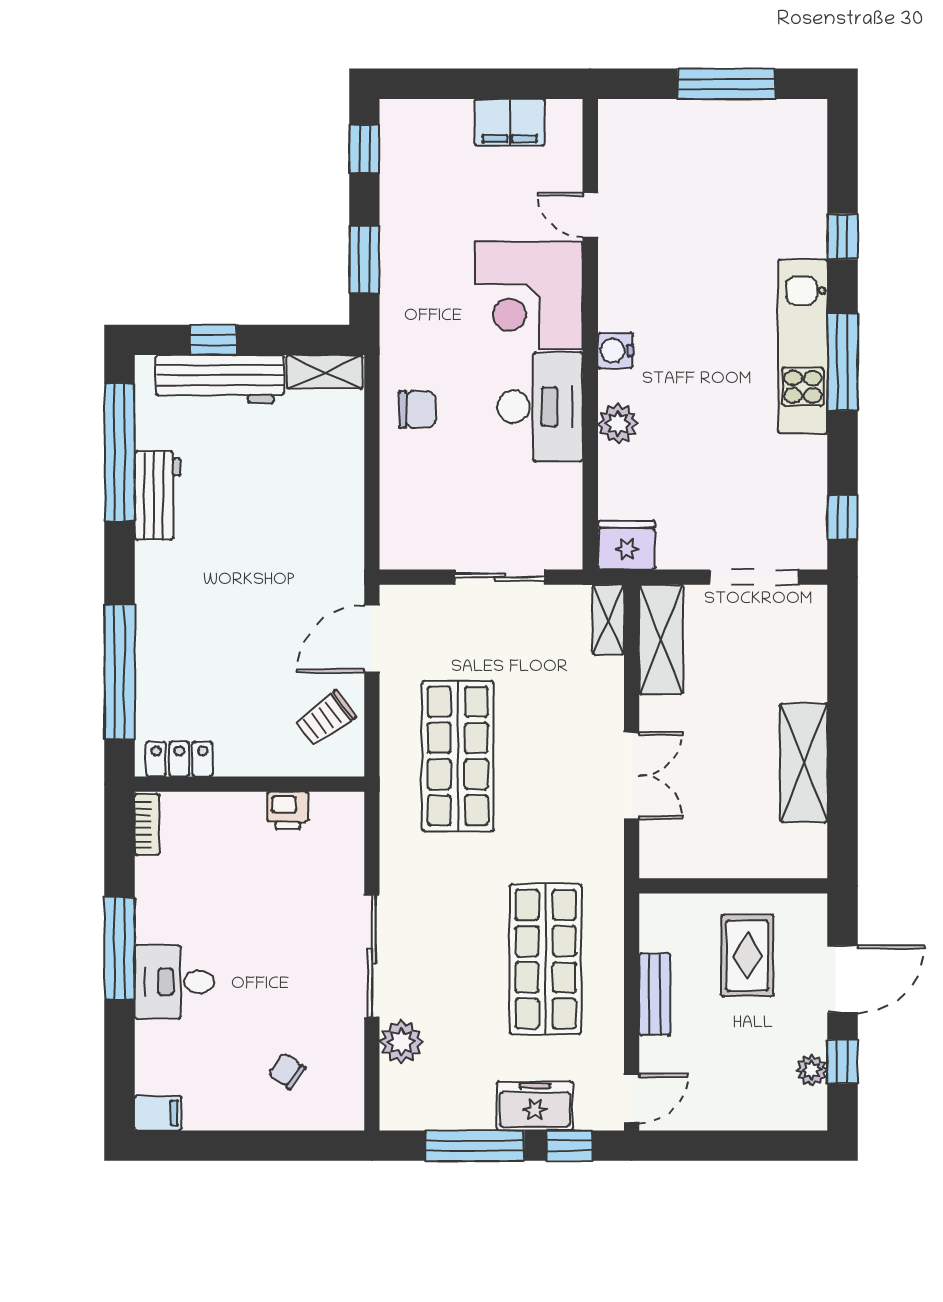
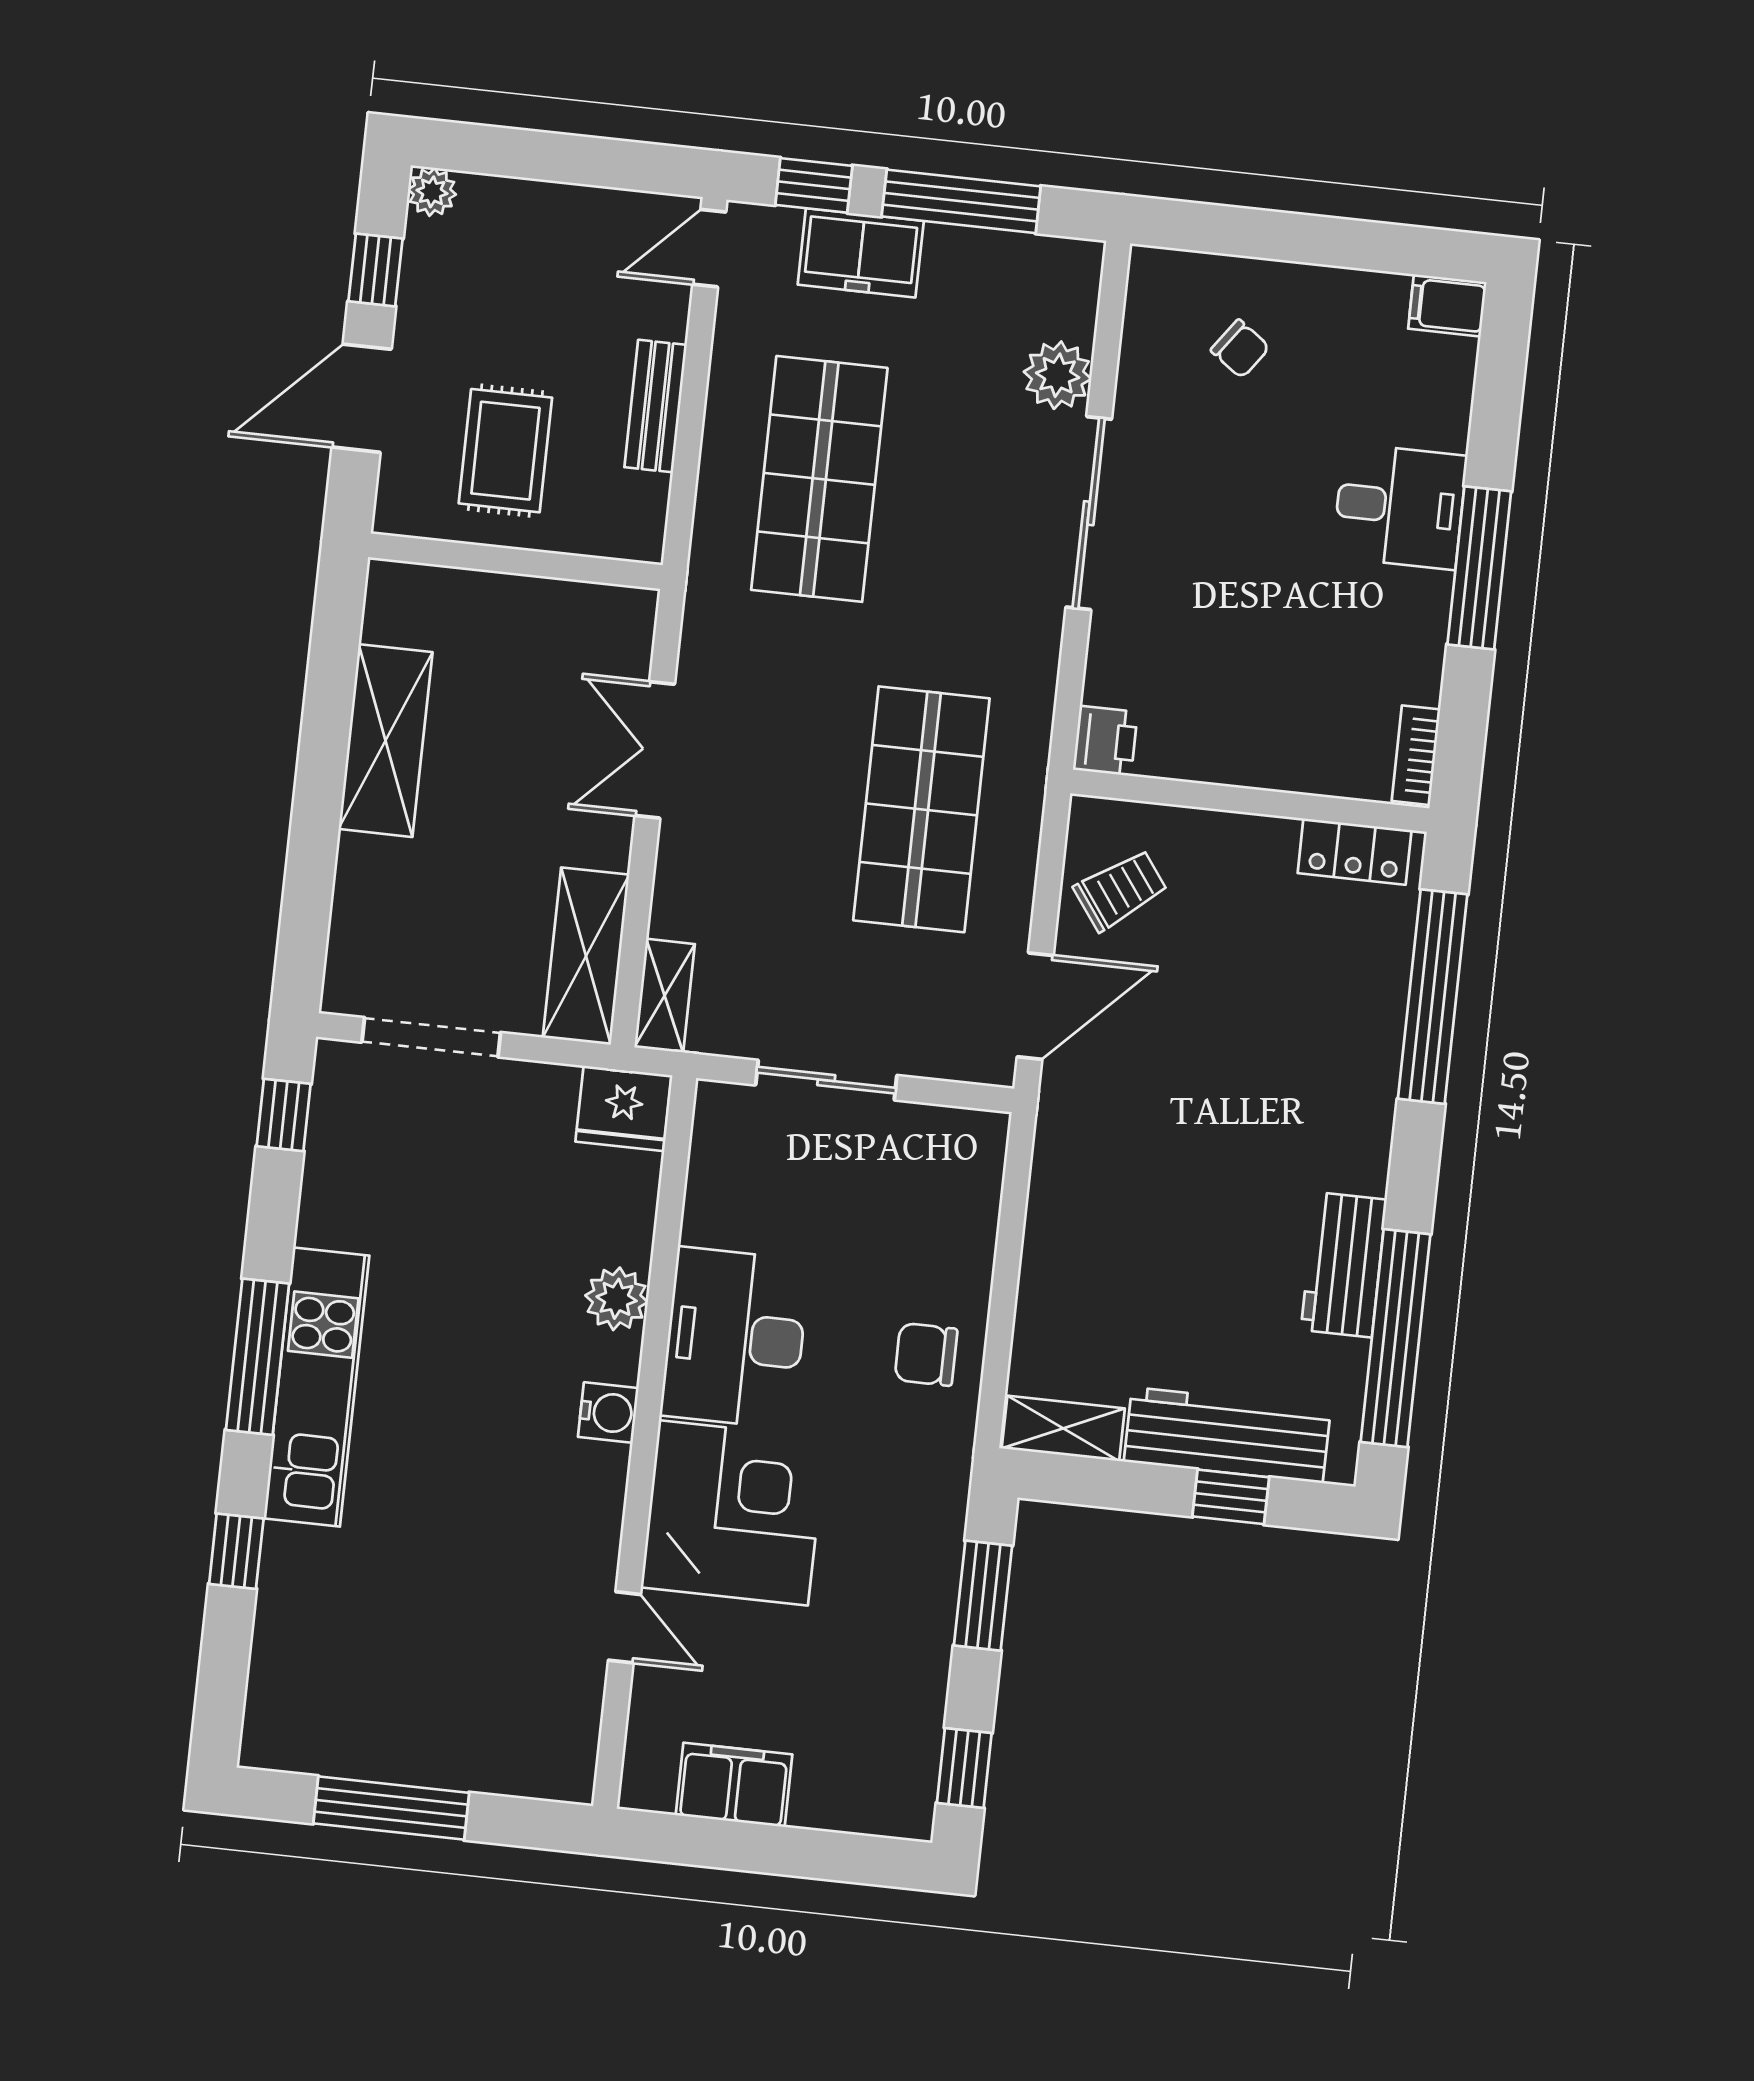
printer: (288, 810) -> (1105, 741), moved, turned 90
plant: (812, 1070) -> (432, 192), moved

